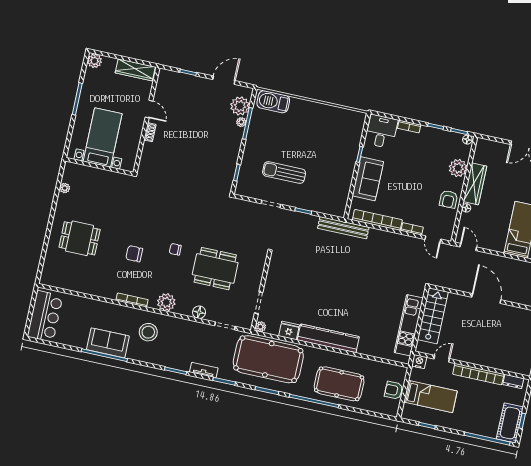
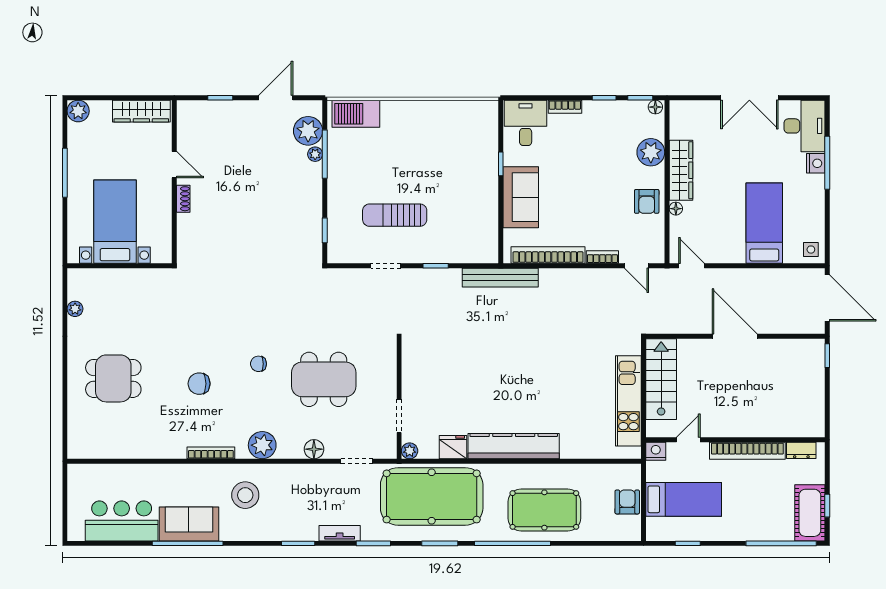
bar counter: (45, 316) -> (122, 521), moved, turned -90
armchair: (394, 390) -> (627, 502), turned 90

